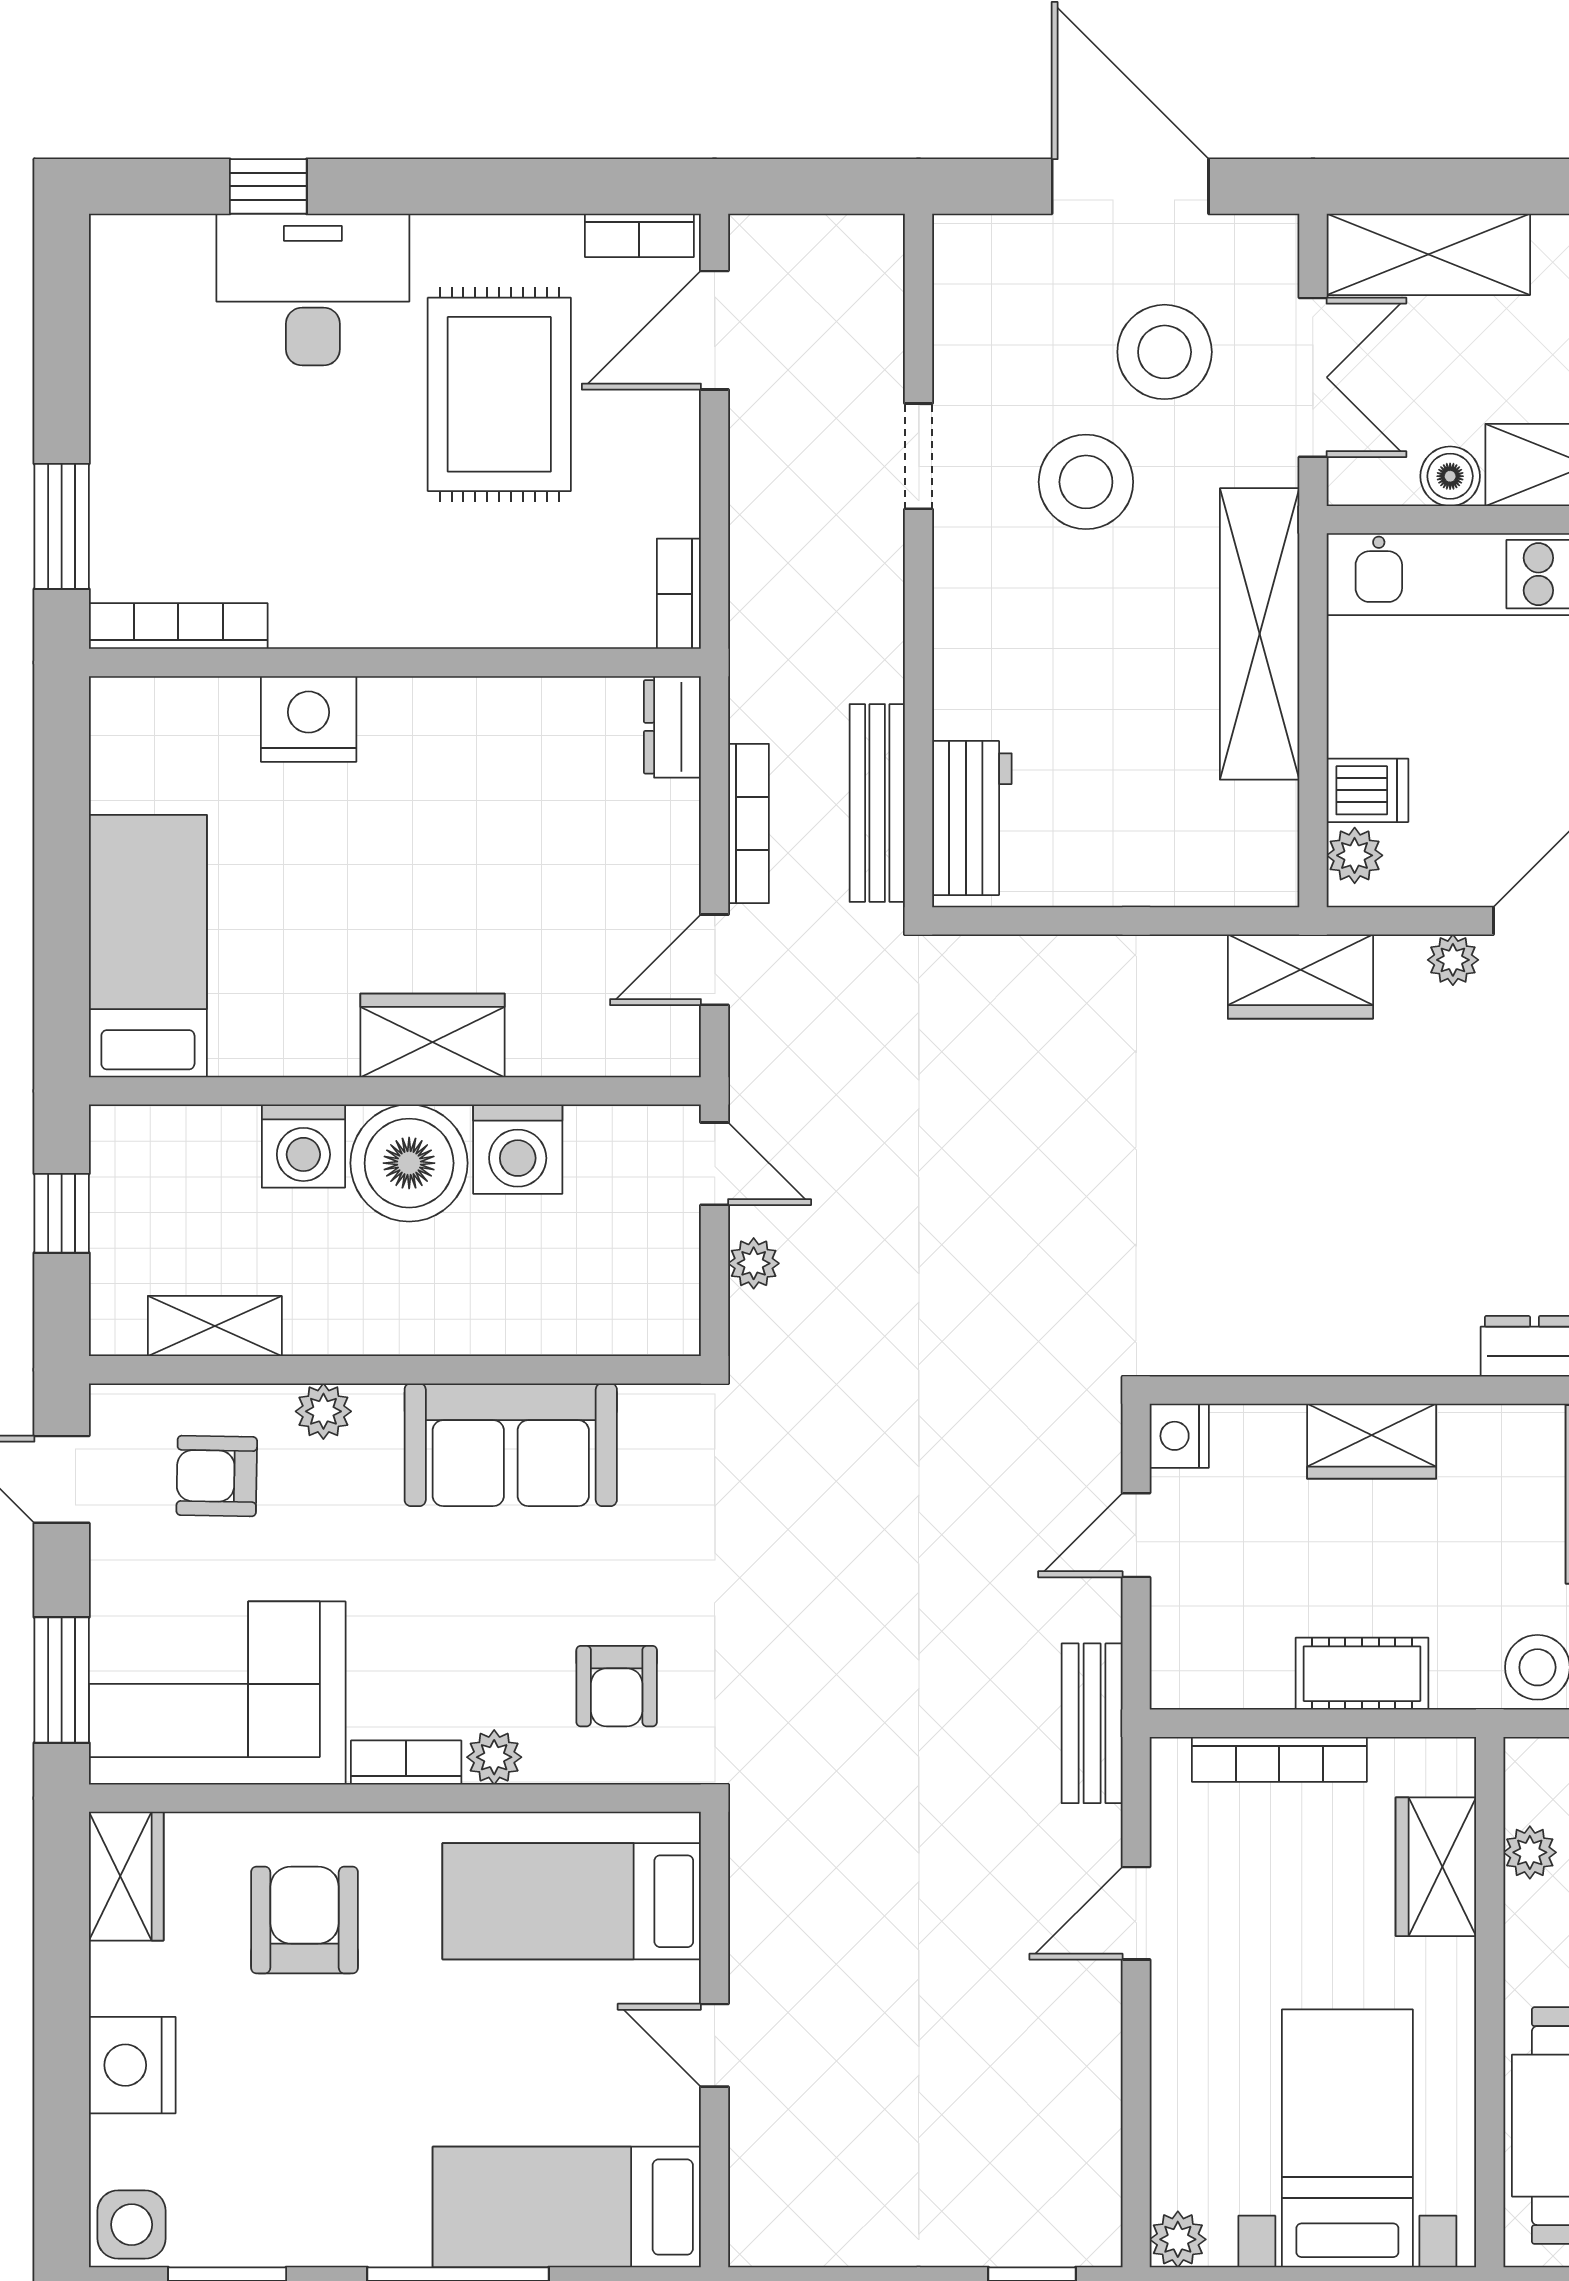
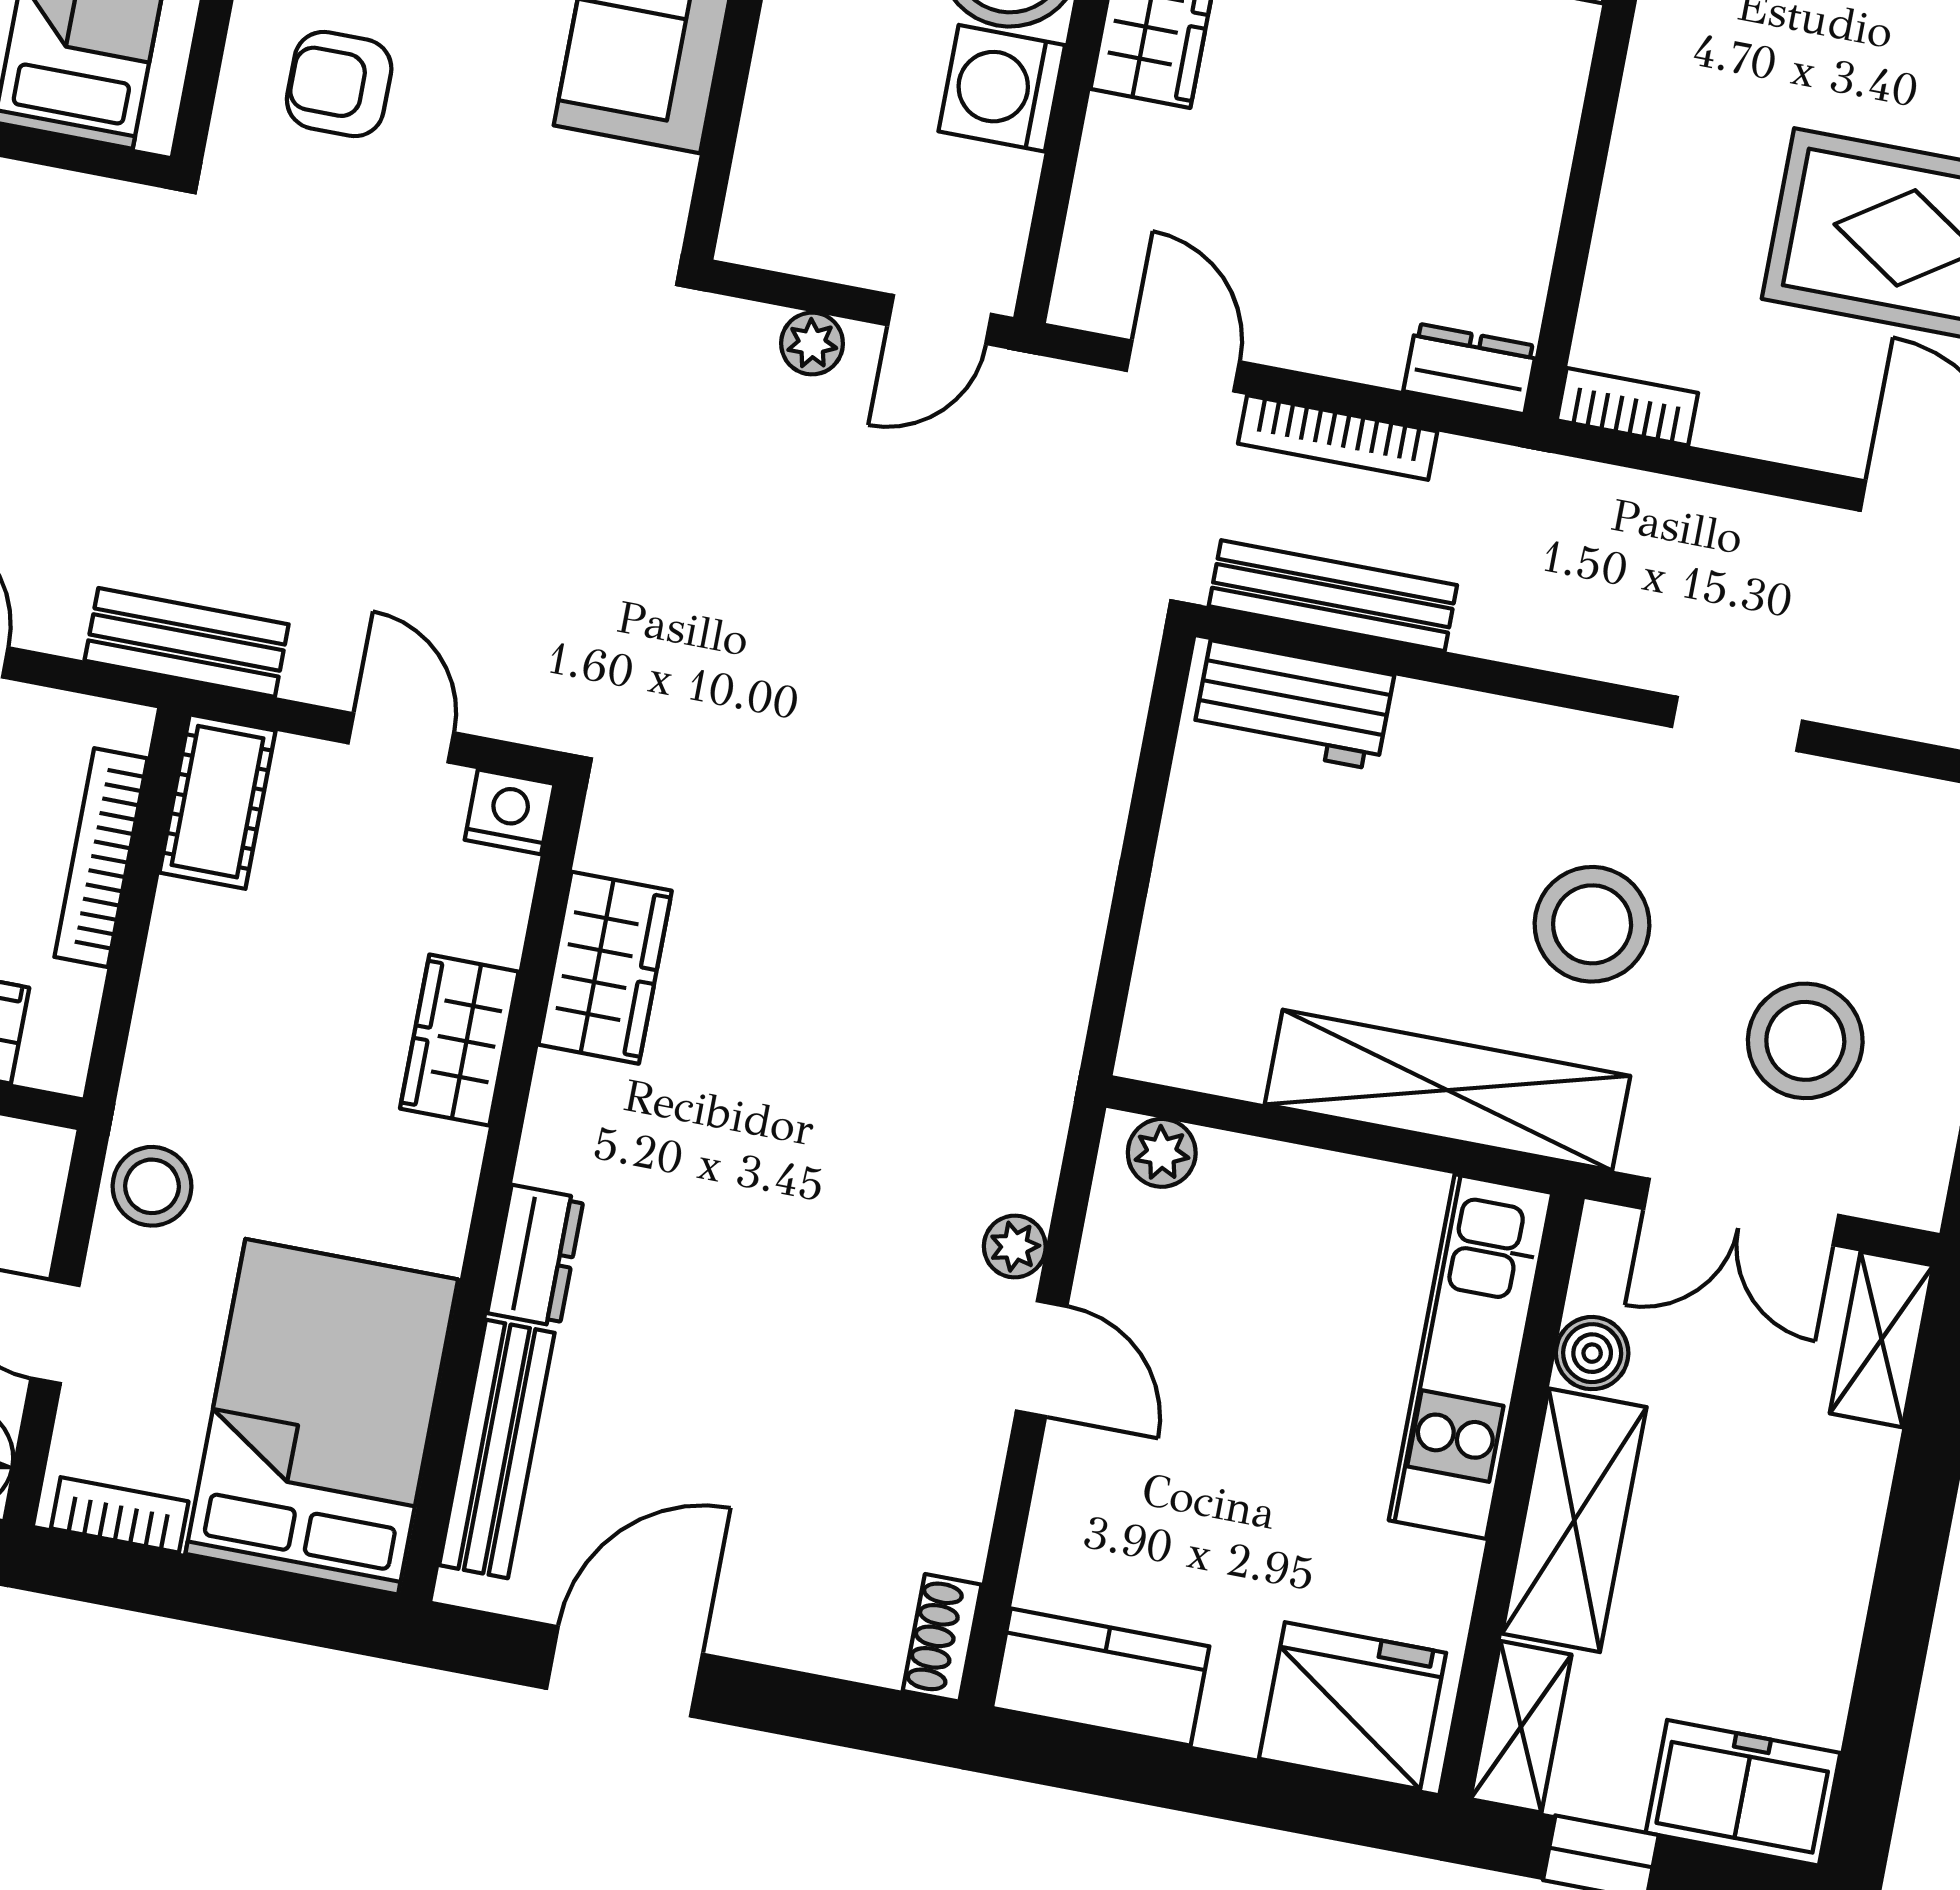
shelving: (1428, 254) -> (1882, 1339), width x0.67, depth x0.75
stool: (1086, 482) -> (1592, 924), moved
dishwasher: (1367, 790) -> (1236, 1183), removed
wardrobe: (1300, 977) -> (605, 968), moved, turned 180
cot: (1362, 1674) -> (218, 802), moved

